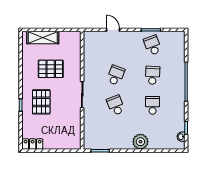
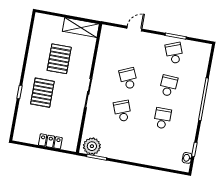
door: (113, 30) -> (134, 29), hinge flipped
shelving: (43, 38) -> (81, 27), moved
pallet: (51, 69) -> (59, 59), turned 90
school desk: (116, 75) -> (128, 78), turned -45
plant: (140, 142) -> (92, 146), moved
locker: (33, 144) -> (50, 141), moved

